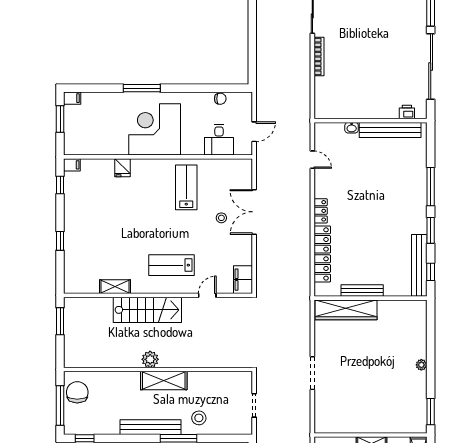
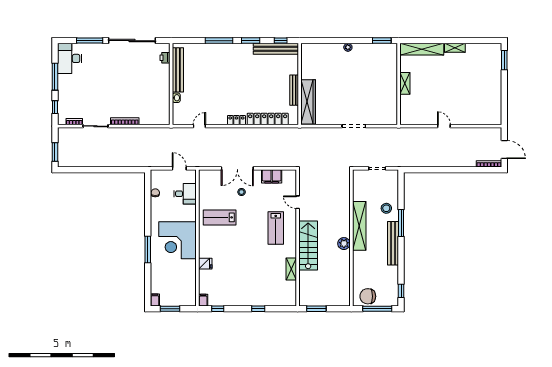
filing cabinet: (243, 280) -> (272, 176), moved
shelving: (164, 381) -> (359, 226), width x1.47

